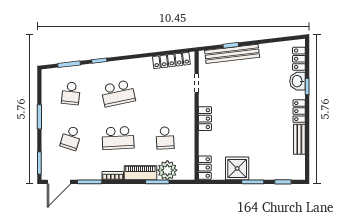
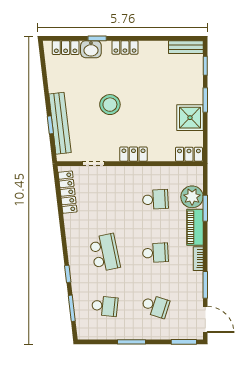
stool: (249, 98) -> (110, 105), added
school desk: (118, 138) -> (155, 253), width x0.54
bench: (299, 139) -> (186, 47), moved

